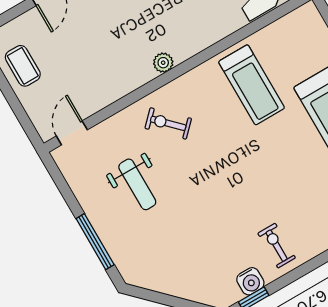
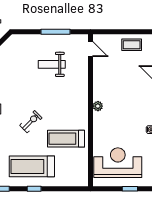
exercise bike: (168, 123) -> (31, 122), moved
window: (95, 242) -> (56, 32), moved

